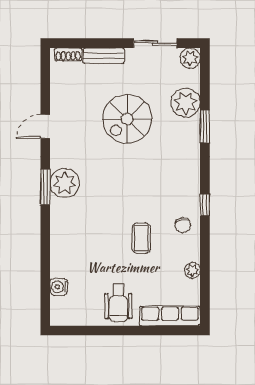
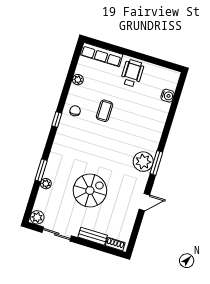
plant: (186, 103) -> (46, 184), width x0.53, depth x0.53

